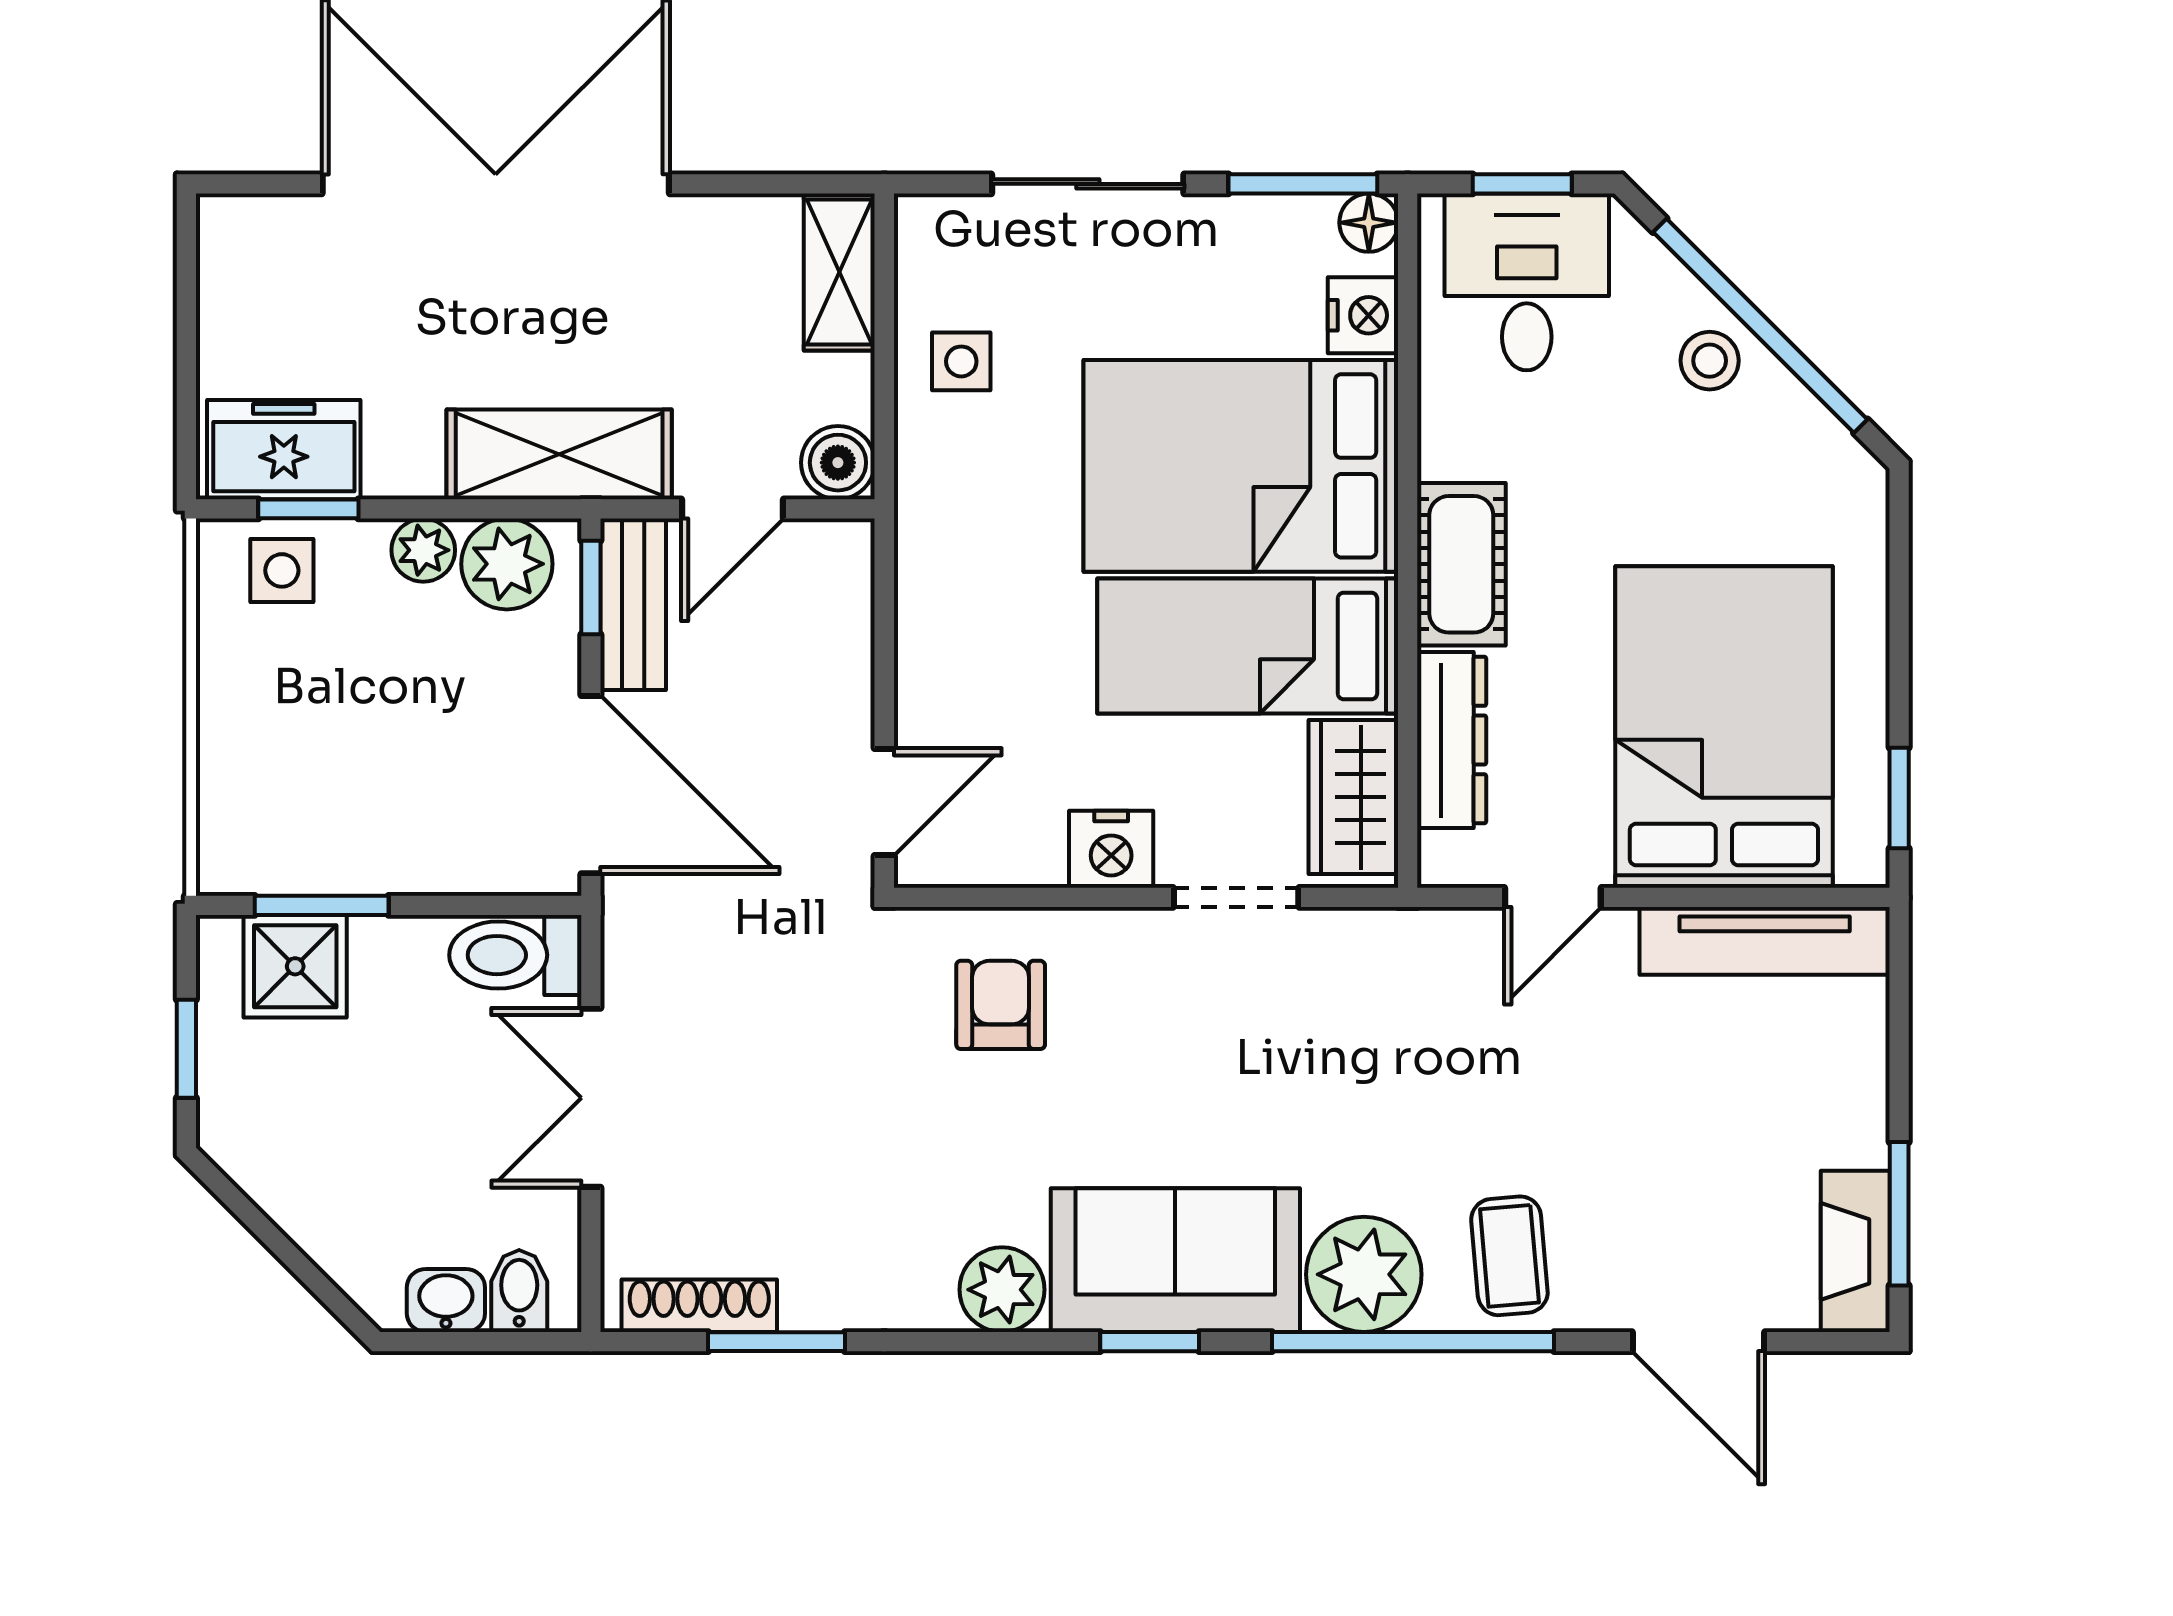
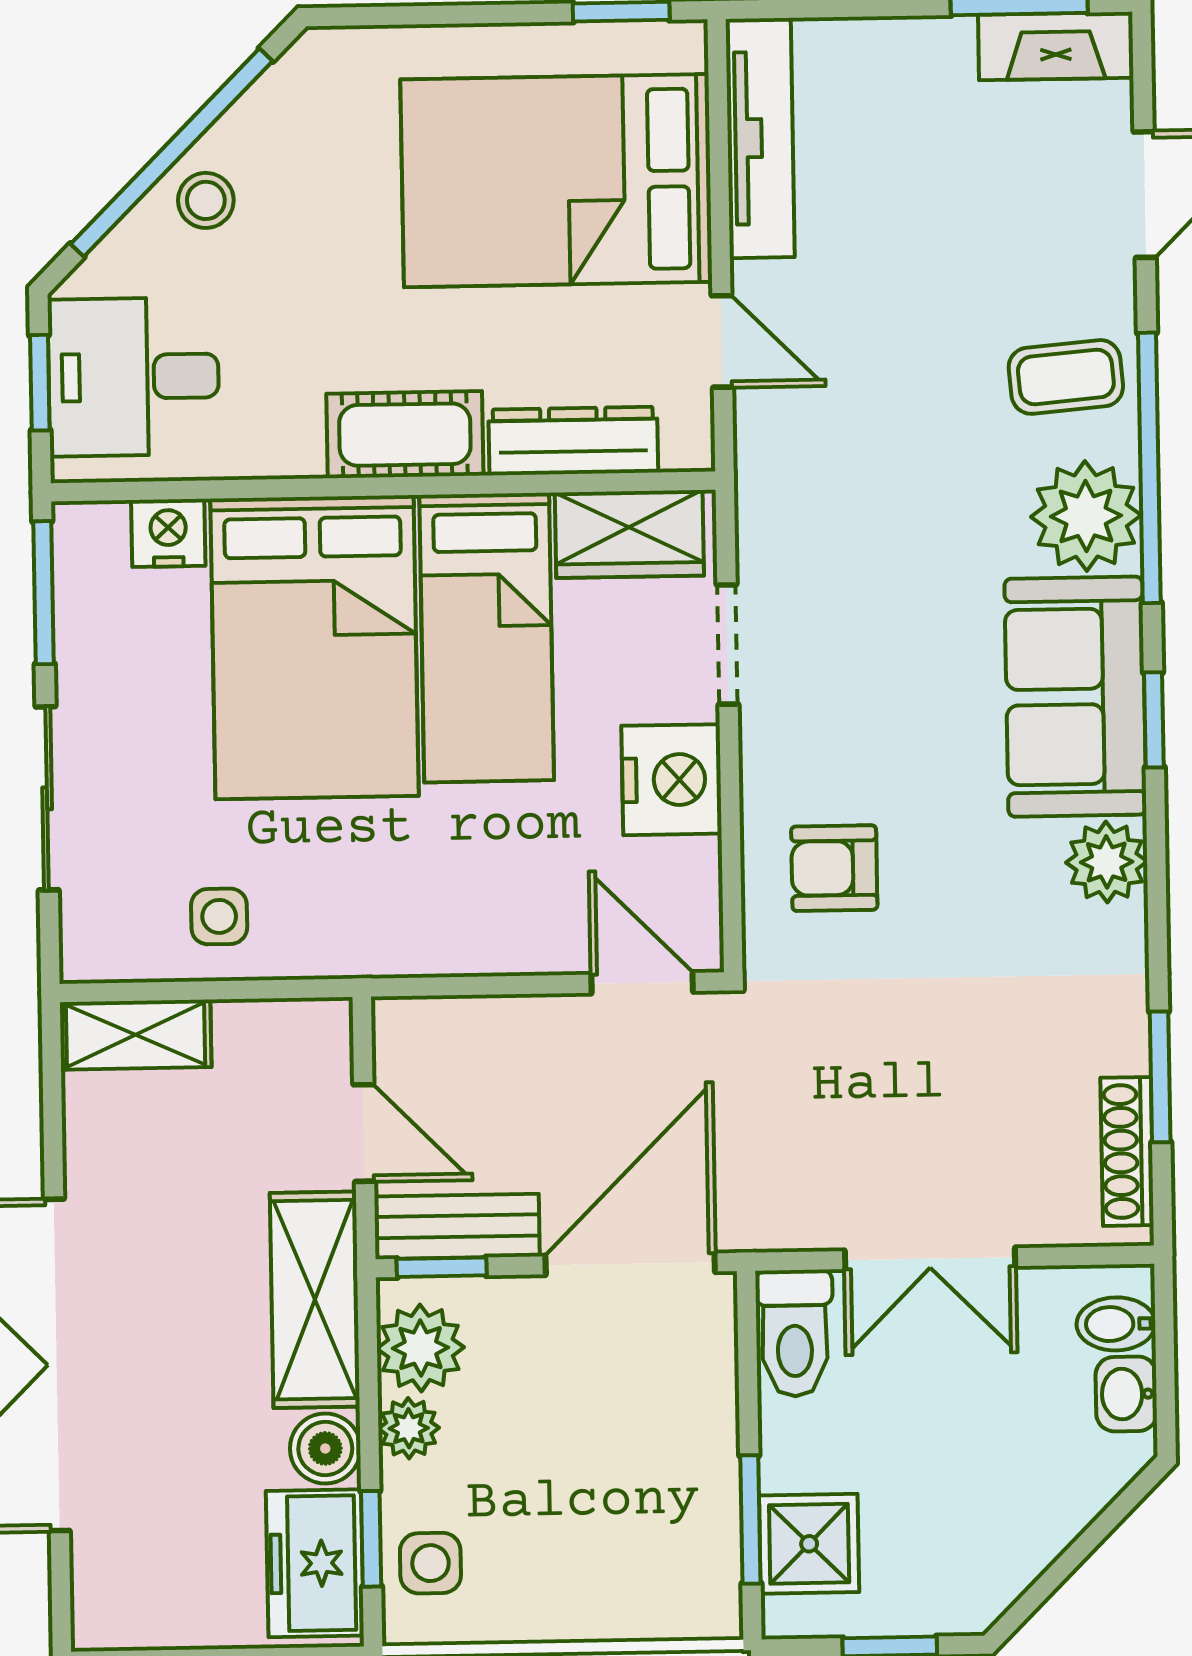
floor lamp: (1369, 223) -> (80, 529), removed
boiler: (838, 463) -> (325, 1448), moved
nightstand: (1111, 849) -> (672, 780), width x1.36, depth x1.33

